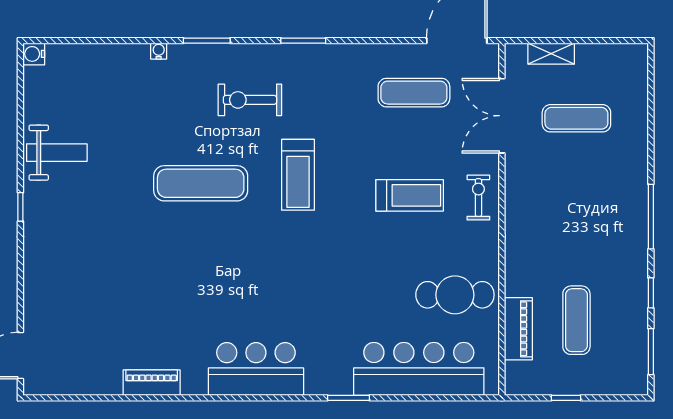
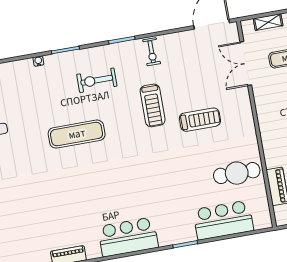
exercise mat: (414, 93) -> (192, 59), removed
treadmill: (298, 175) -> (153, 105), moved
exercise bike: (478, 198) -> (152, 52), moved, turned 180
bar counter: (419, 369) -> (223, 220), width x0.73

